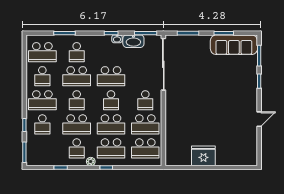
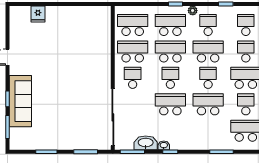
sofa: (234, 45) -> (20, 101), moved, turned 90
school desk: (77, 52) -> (246, 25), moved
fridge: (203, 156) -> (38, 14), moved, width x0.53, depth x0.75

